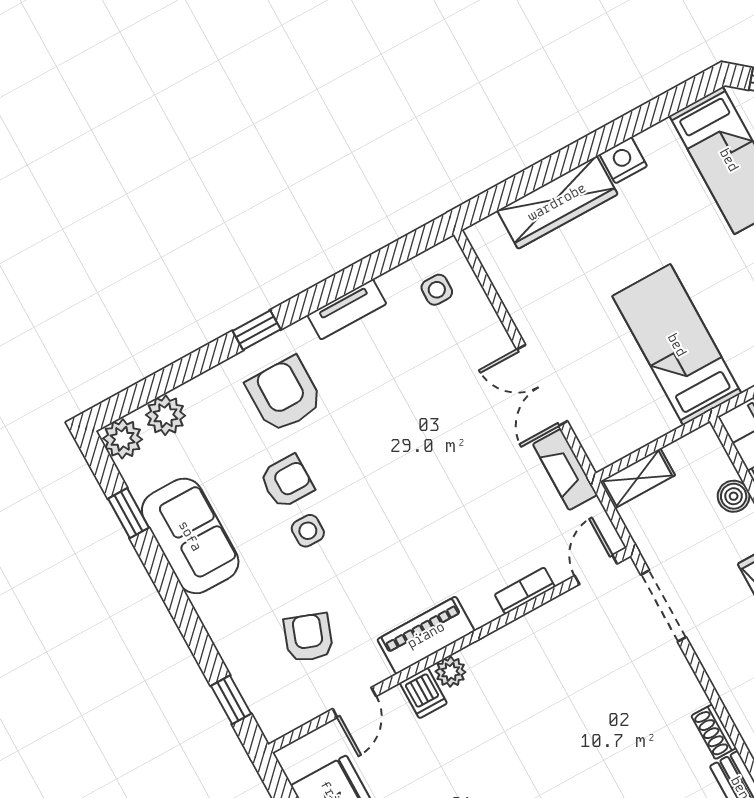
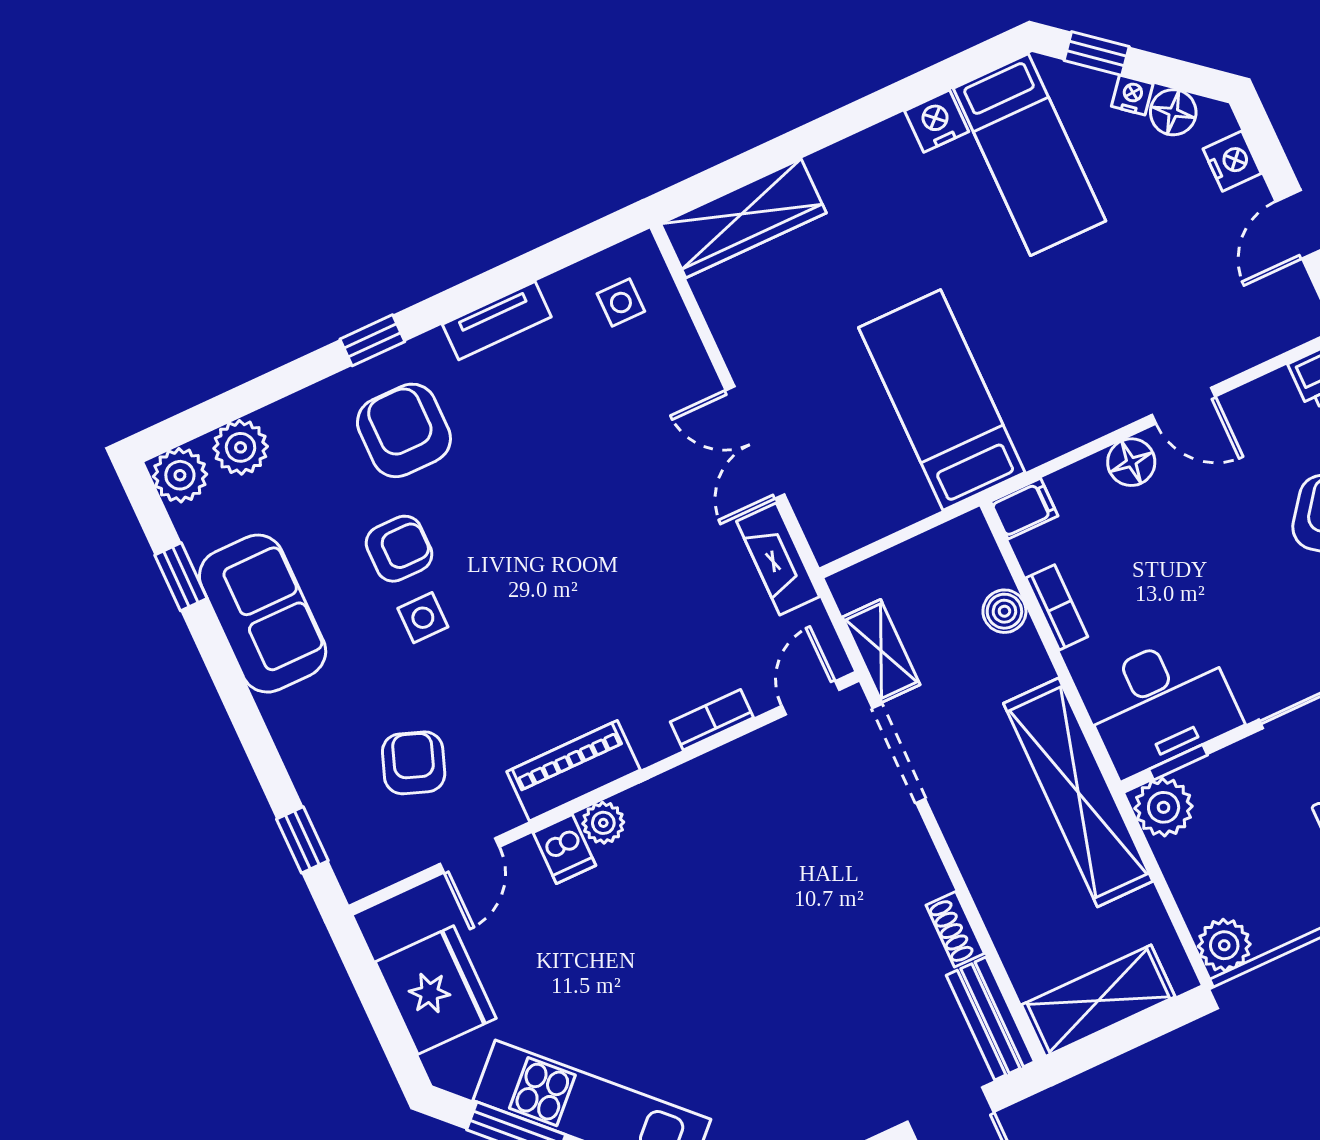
nightstand: (623, 160) -> (937, 121), moved
wardrobe: (557, 202) -> (743, 218), moved
shelving: (638, 478) -> (881, 651), moved, turned 90

